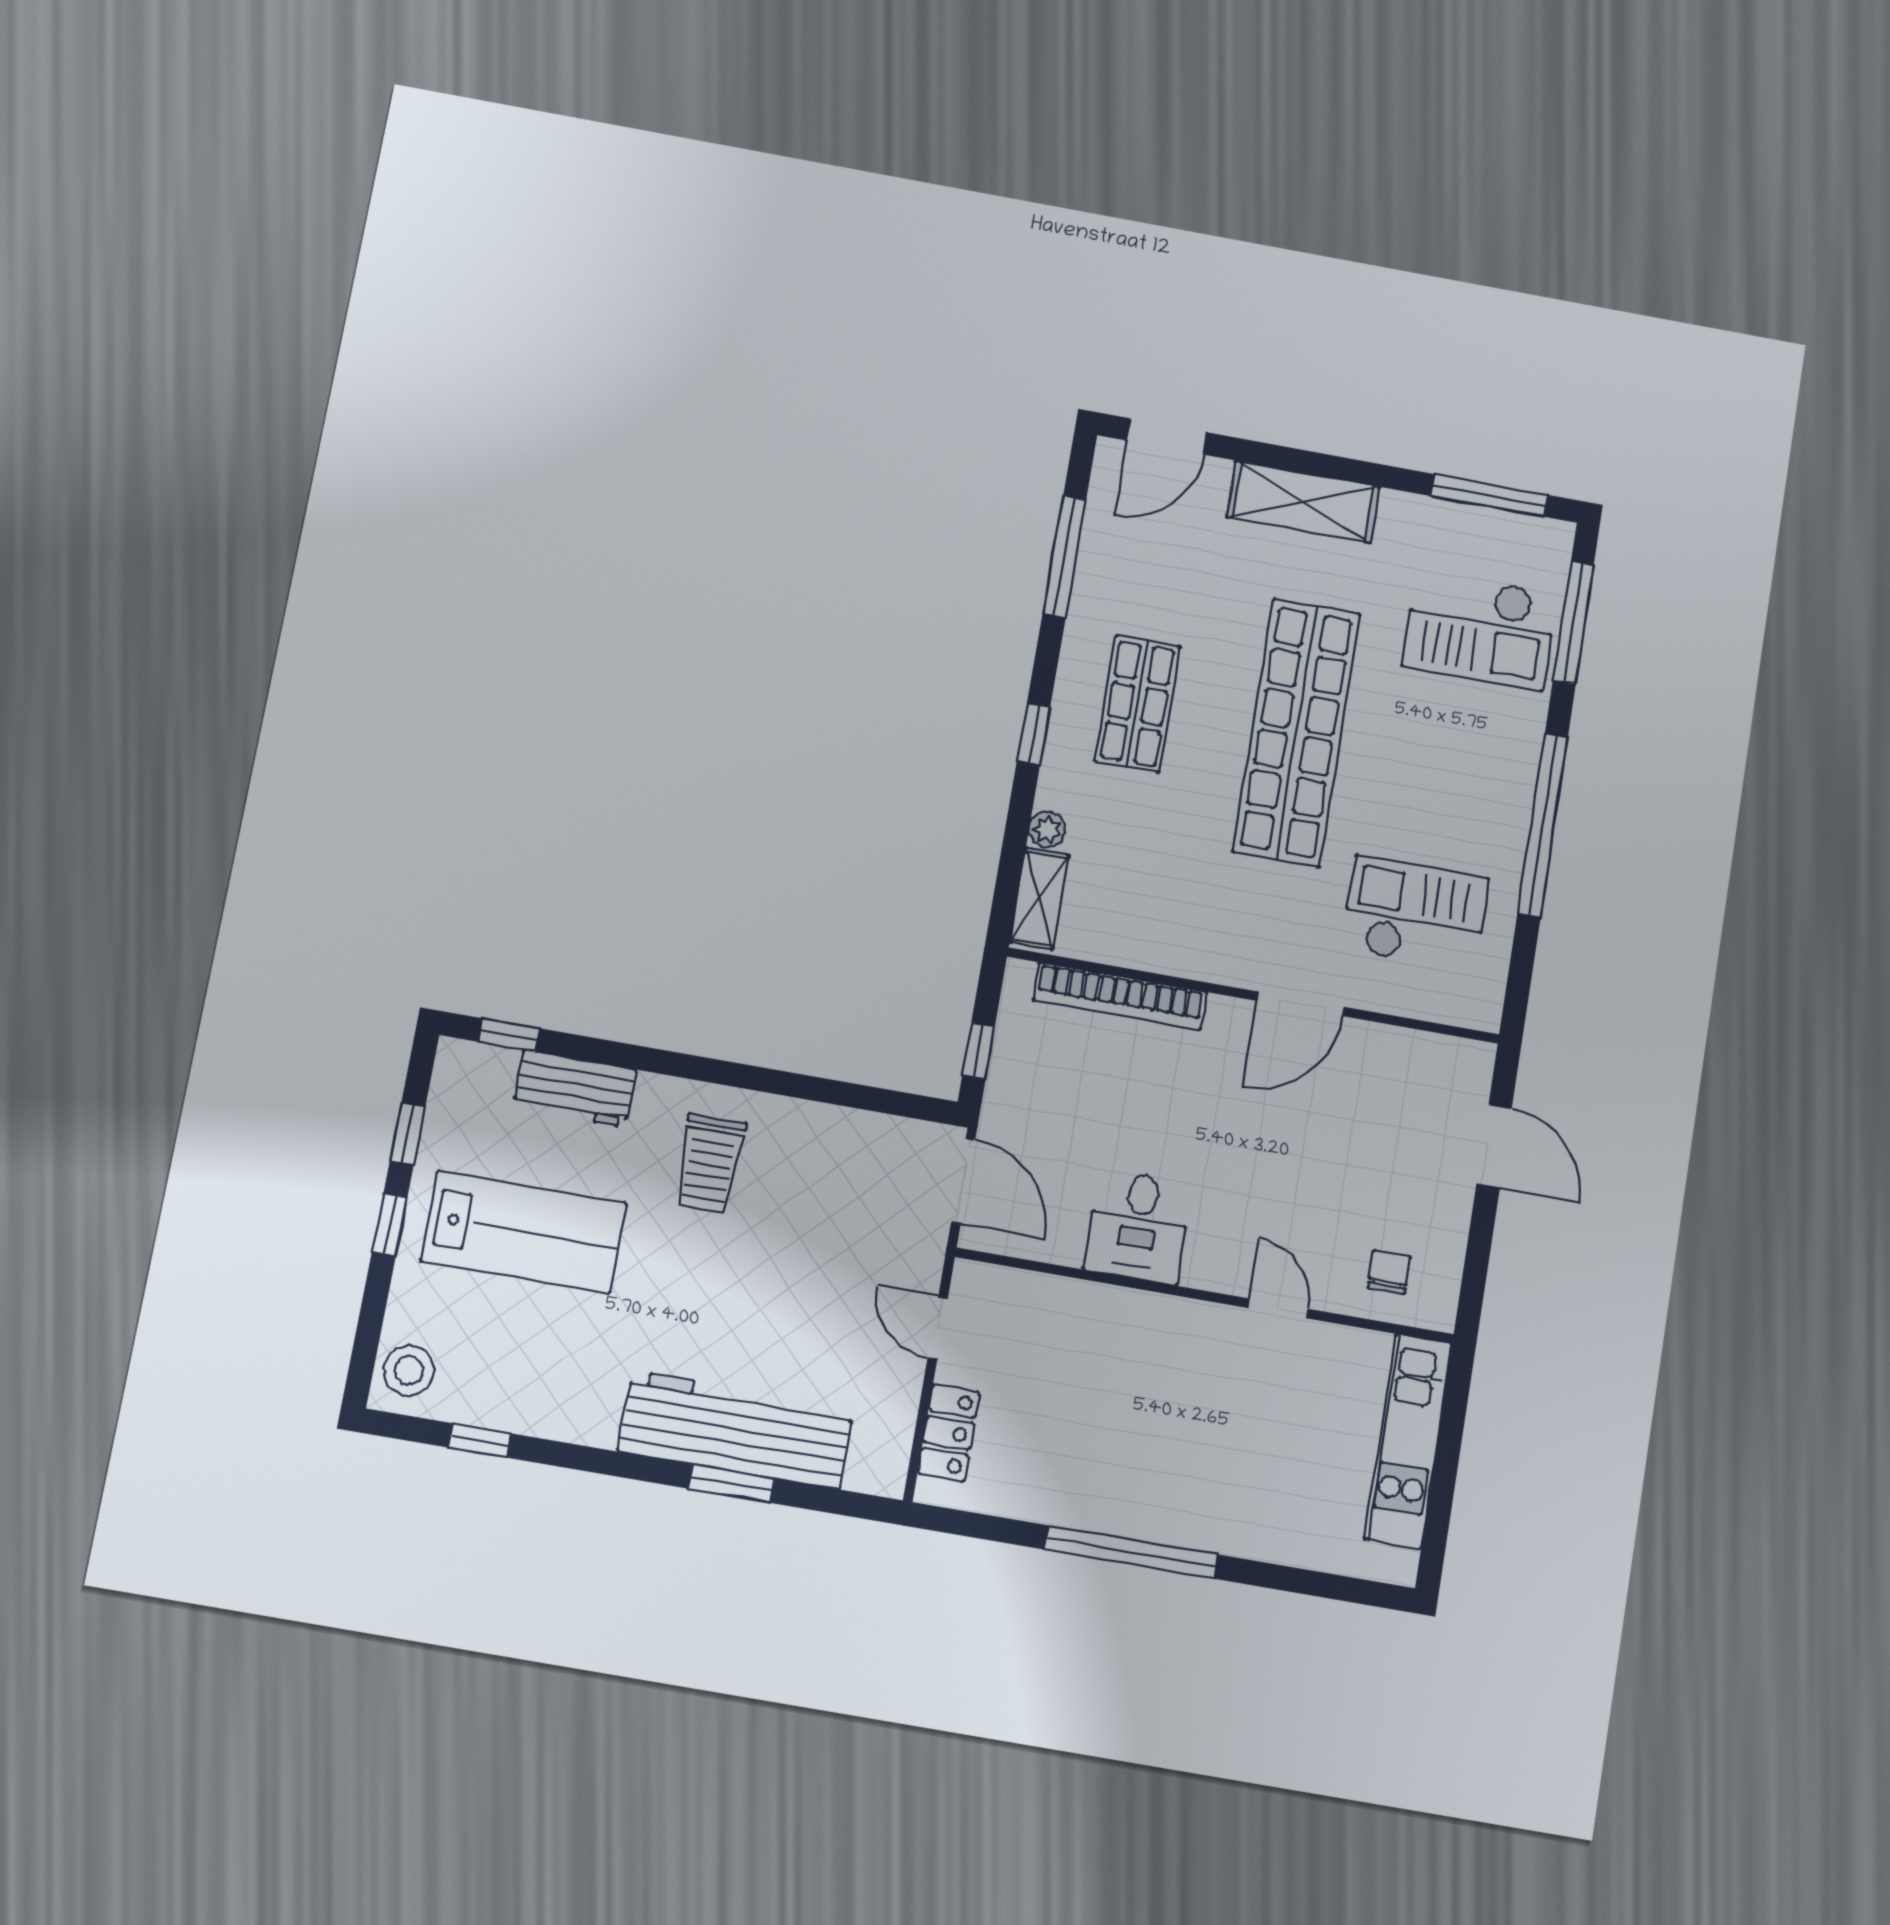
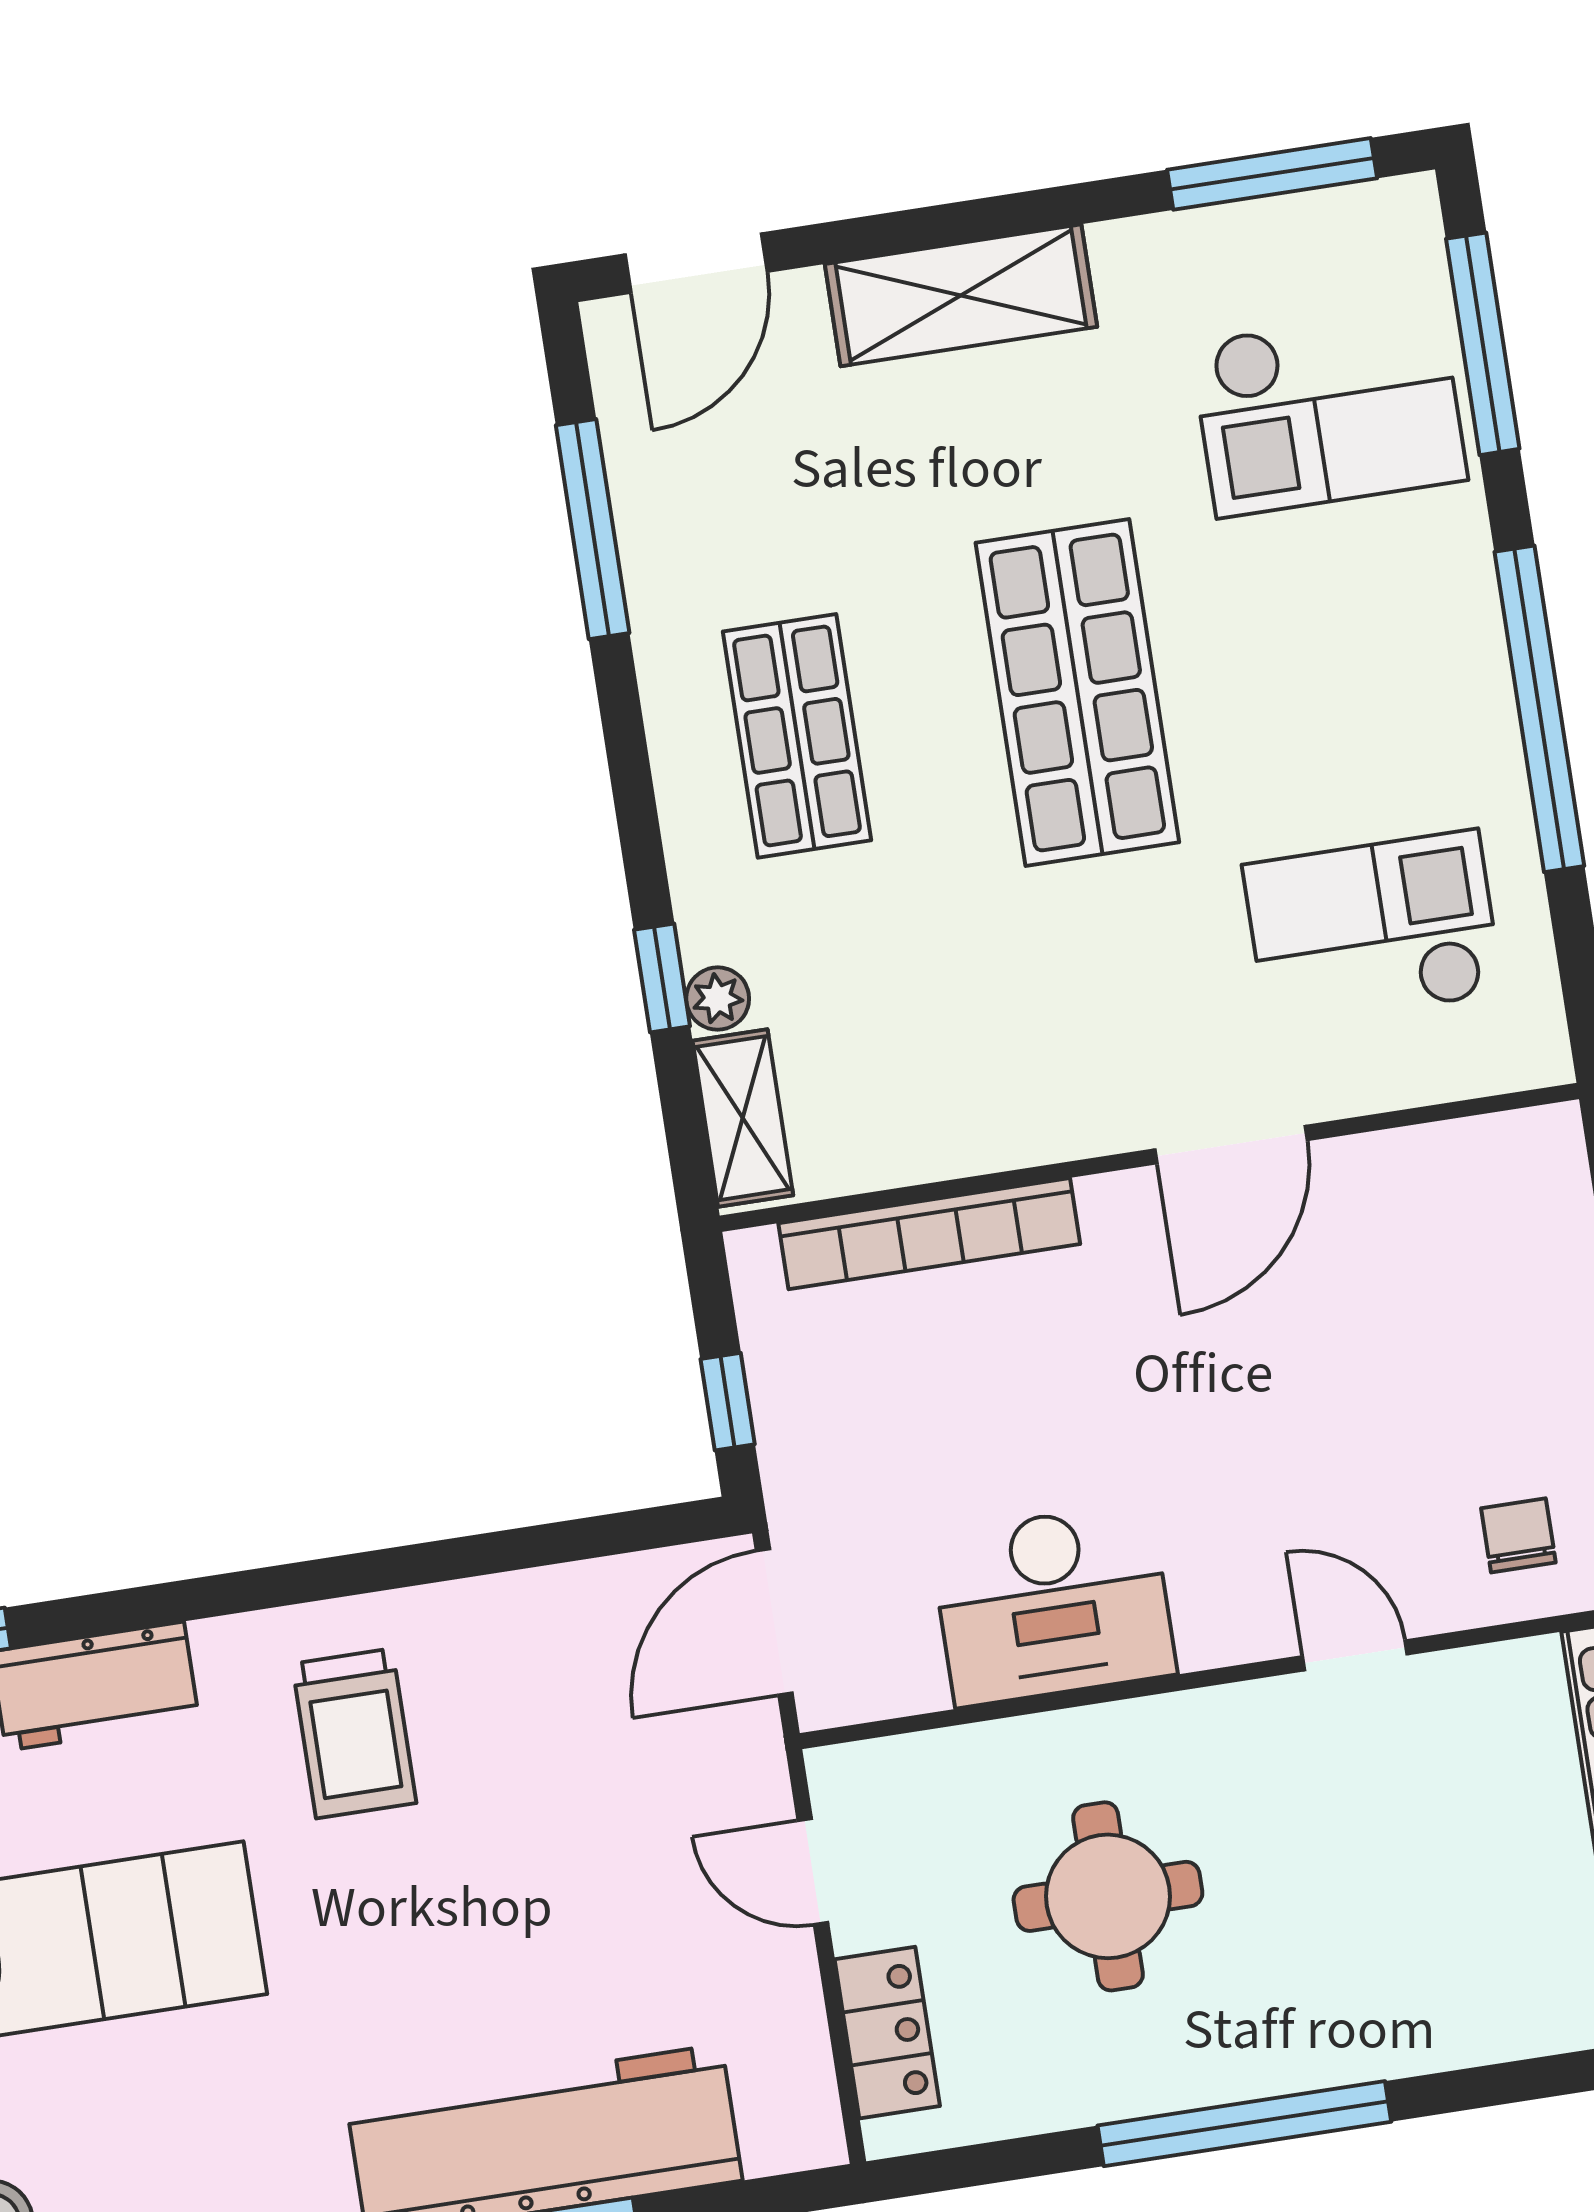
shop shelf: (1297, 732) -> (1077, 693), width x0.71
window: (1033, 735) -> (662, 978), moved
door: (963, 1181) -> (774, 1622), swing flipped
desk: (1138, 1226) -> (1053, 1604), width x1.37
round table: (1097, 1397) -> (1108, 1896), added

